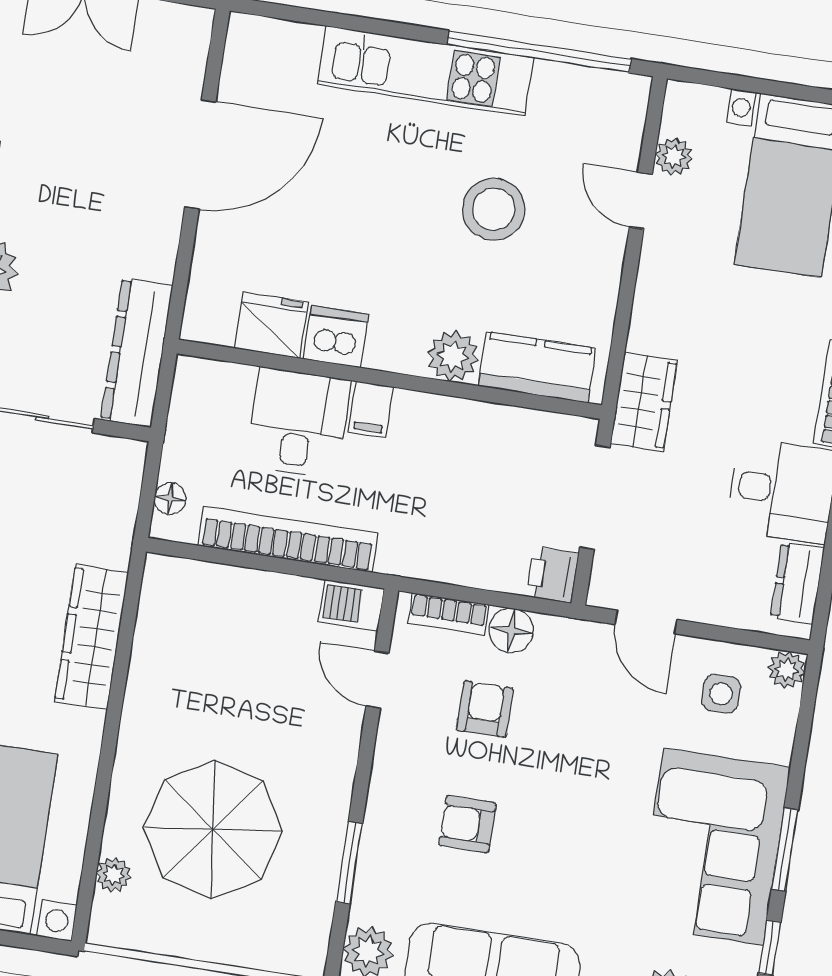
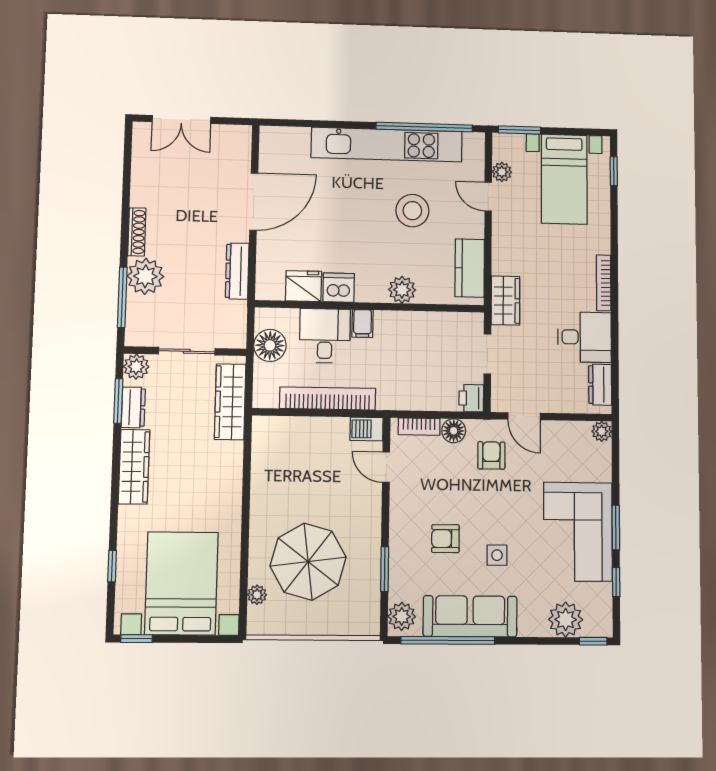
kitchen unit: (426, 71) -> (387, 145), width x1.36
window: (720, 80) -> (519, 130), added
dresser: (137, 353) -> (237, 271), moved, width x0.73, depth x0.80
kitchen counter: (537, 367) -> (470, 268), moved, turned -90
doorway: (595, 497) -> (487, 354), width x0.73
floor lamp: (170, 499) -> (270, 345), moved, width x1.89, depth x1.89
wardrobe: (91, 637) -> (230, 402), moved
side table: (721, 694) -> (497, 555), moved
armchair: (485, 709) -> (491, 455), moved

